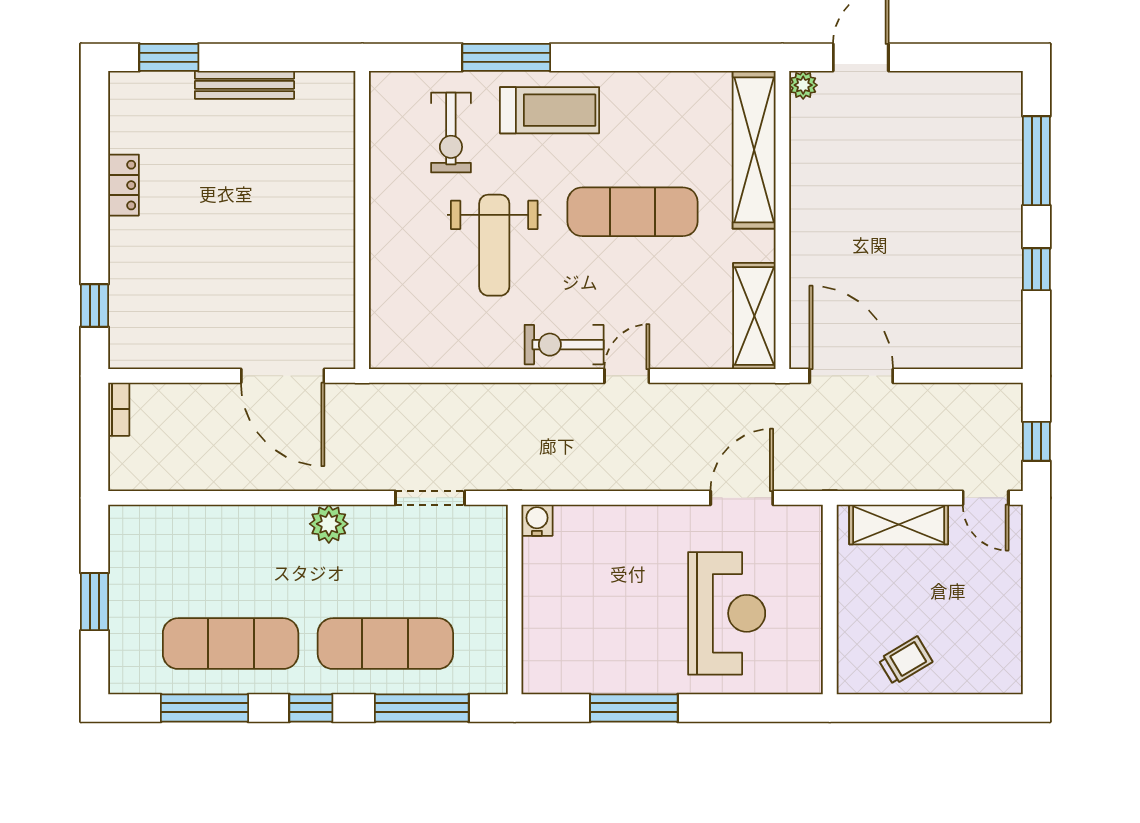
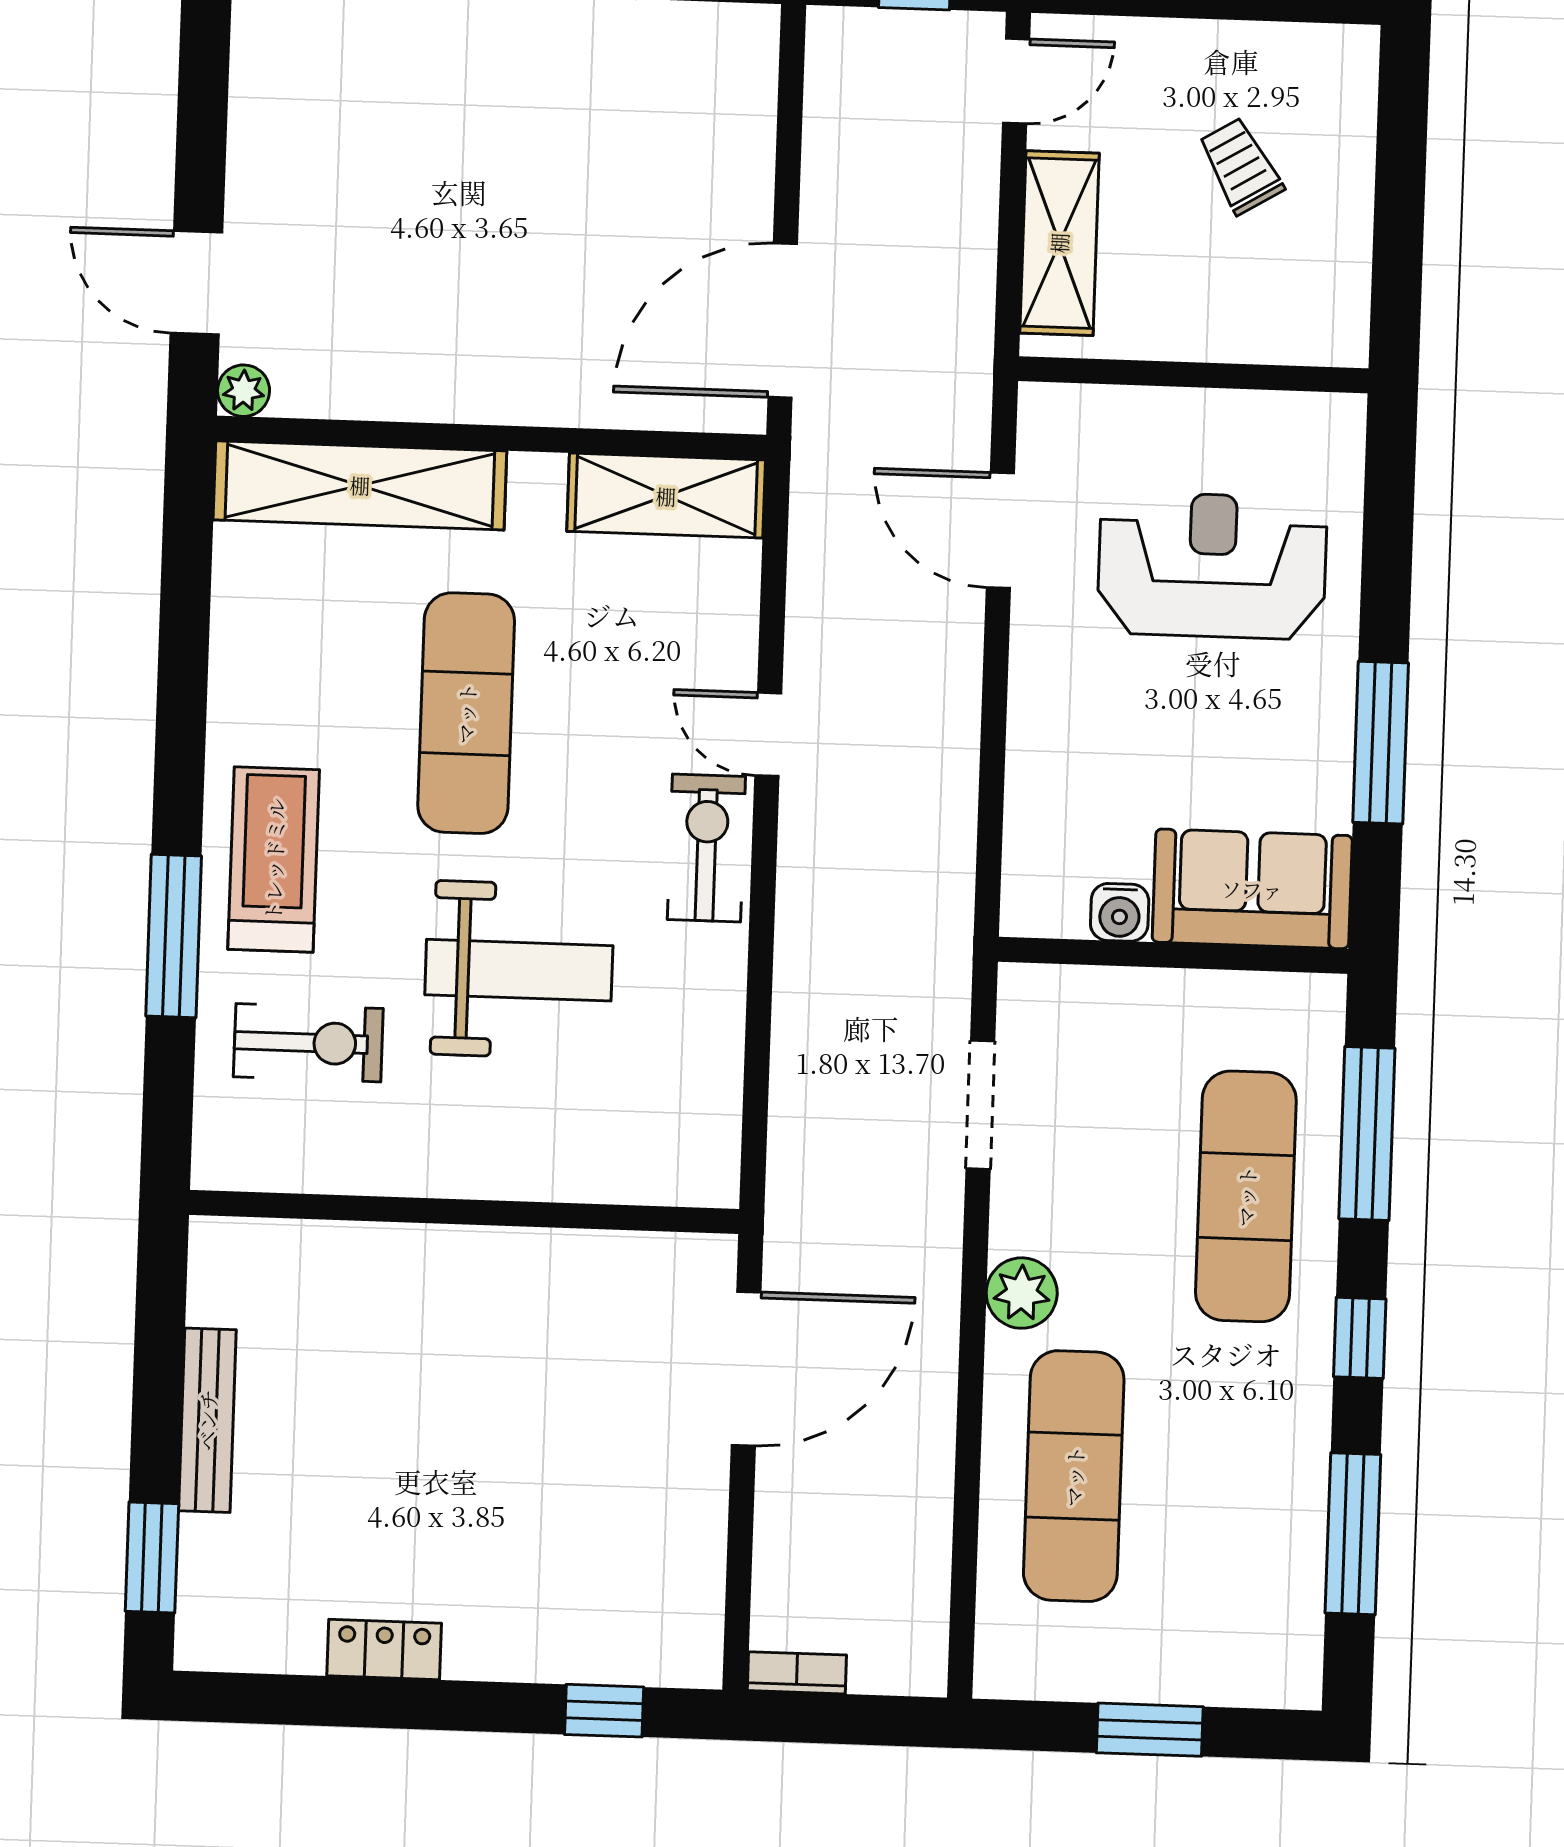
exercise bike: (564, 345) -> (706, 848), turned 180
water cooler: (537, 520) -> (1120, 912), moved, turned -90
sofa: (552, 641) -> (1252, 889), added
exercise mat: (231, 644) -> (1074, 1476), moved
trolley: (905, 661) -> (1241, 166), moved

